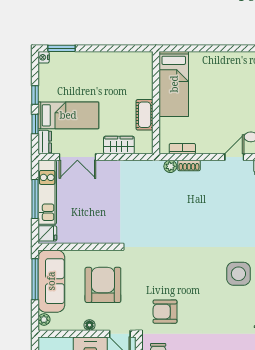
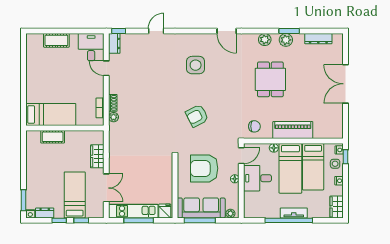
cot: (145, 115) -> (53, 137), moved
dresser: (45, 142) -> (45, 213), moved
armchair: (165, 312) -> (197, 116), moved, turned 63

